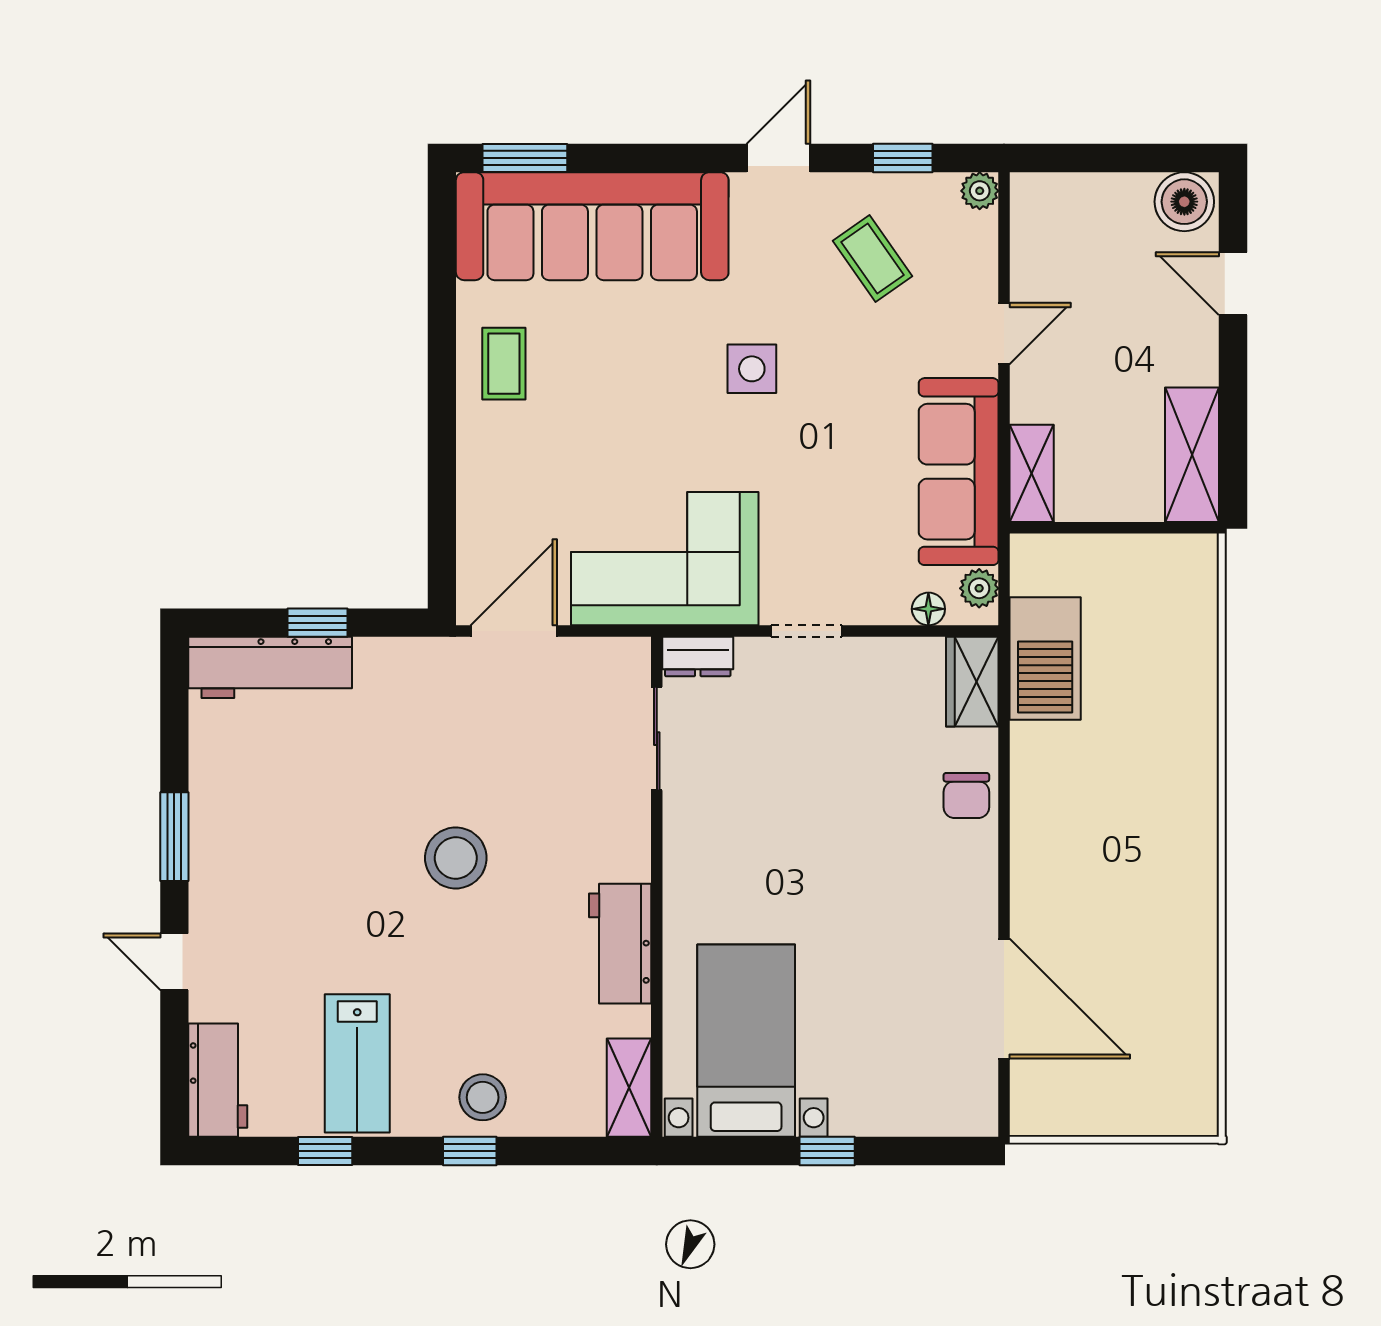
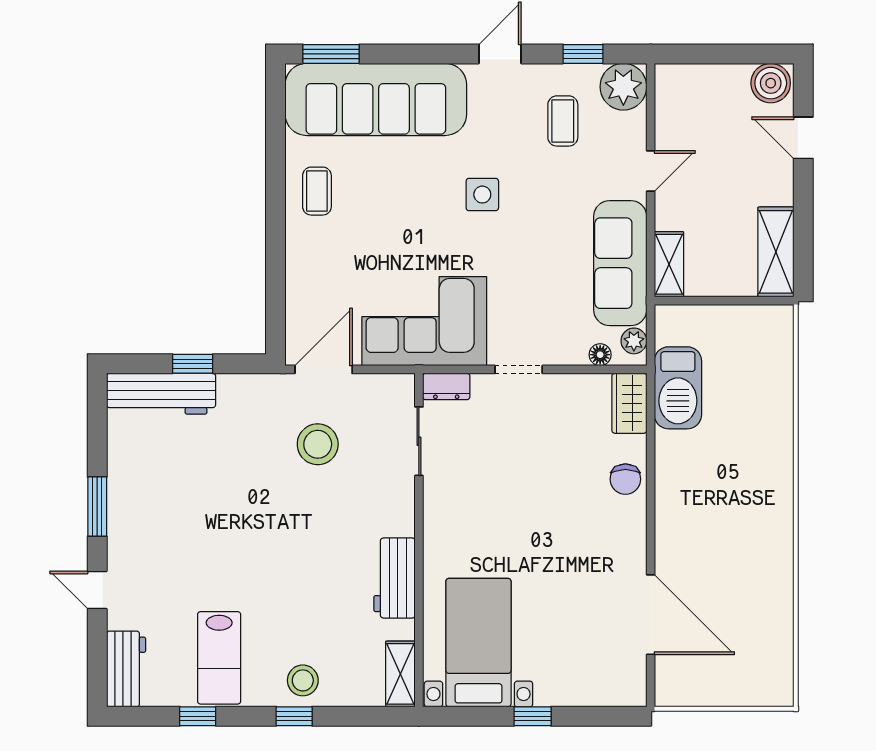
plant: (980, 191) -> (623, 87), width x1.88, depth x1.88
coffee table: (872, 258) -> (563, 121), turned 35
stool: (456, 858) -> (318, 444), moved

